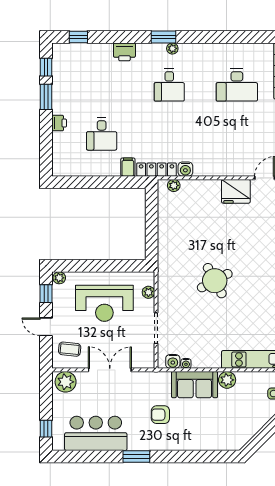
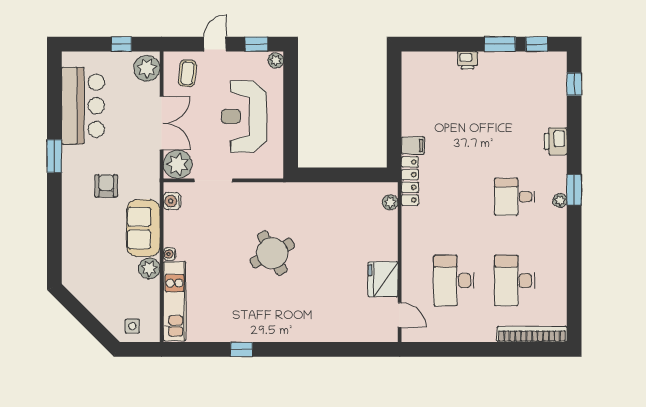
desk: (102, 134) -> (454, 281), moved, width x1.37
water cooler: (185, 169) -> (410, 217), removed
plant: (148, 292) -> (178, 164), moved, width x1.88, depth x1.88
water cooler: (186, 363) -> (170, 254), moved
window: (46, 429) -> (121, 44), moved

